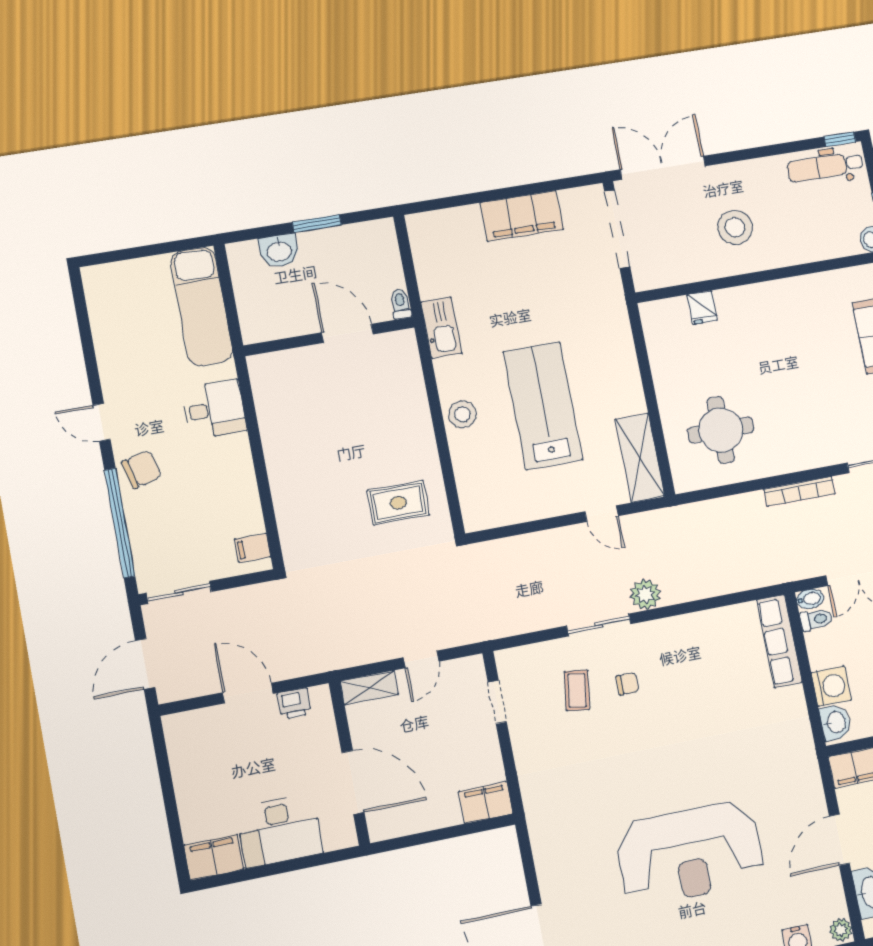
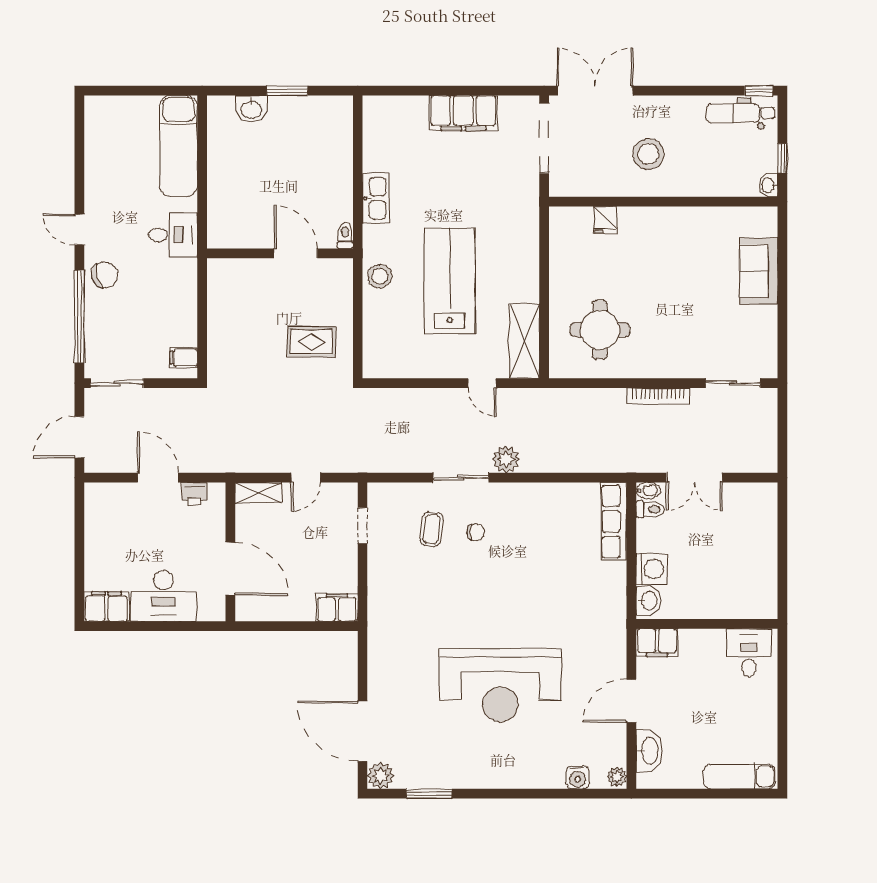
toilet: (401, 304) -> (345, 236), moved
door: (347, 333) -> (296, 253), moved
wall: (329, 336) -> (280, 253), moved

